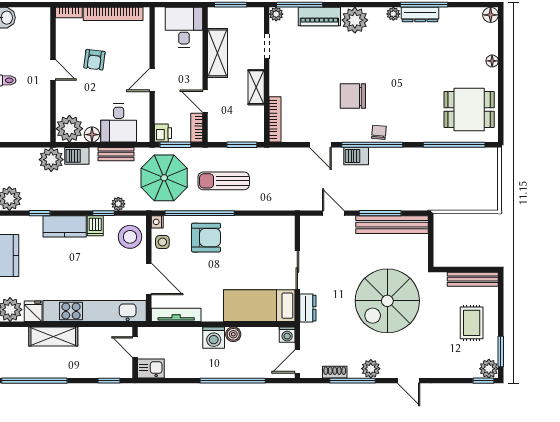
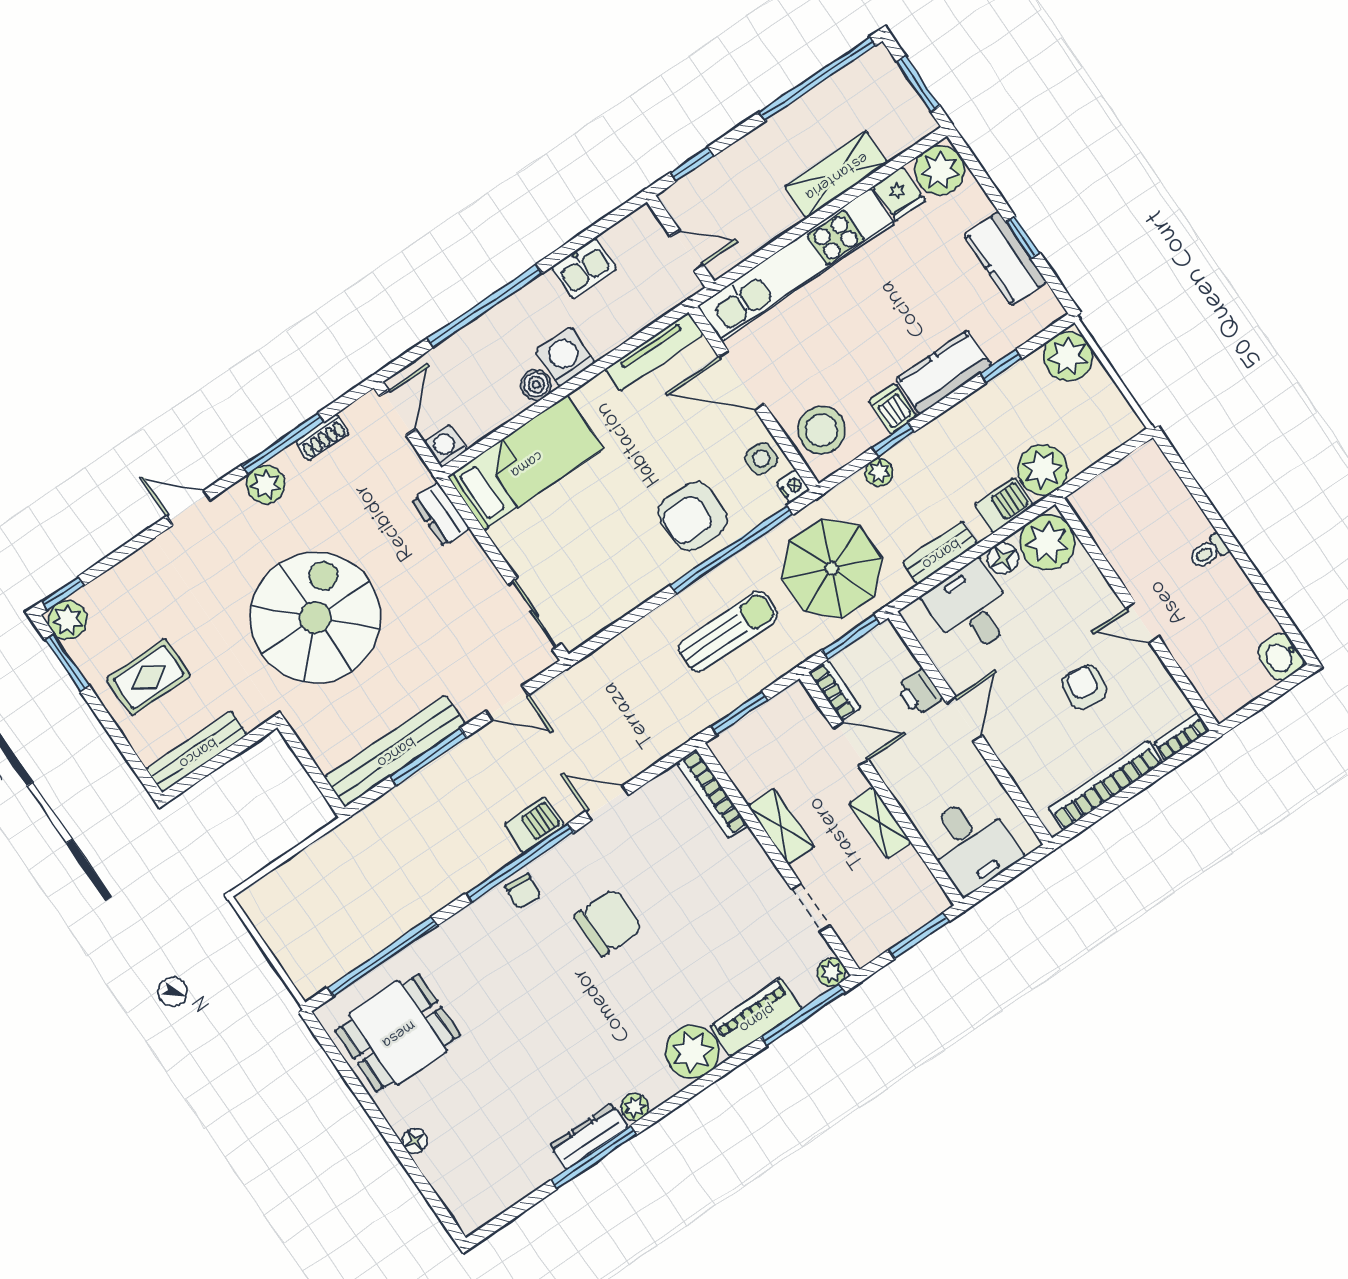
floor lamp: (491, 15) -> (470, 1217), removed
shelving: (218, 53) -> (880, 823), width x0.67, depth x0.75
printer: (163, 133) -> (919, 692), moved
sliding door: (297, 270) -> (535, 614), moved
rug: (472, 323) -> (149, 677), turned 90
kitchen sink: (151, 368) -> (584, 268), moved

